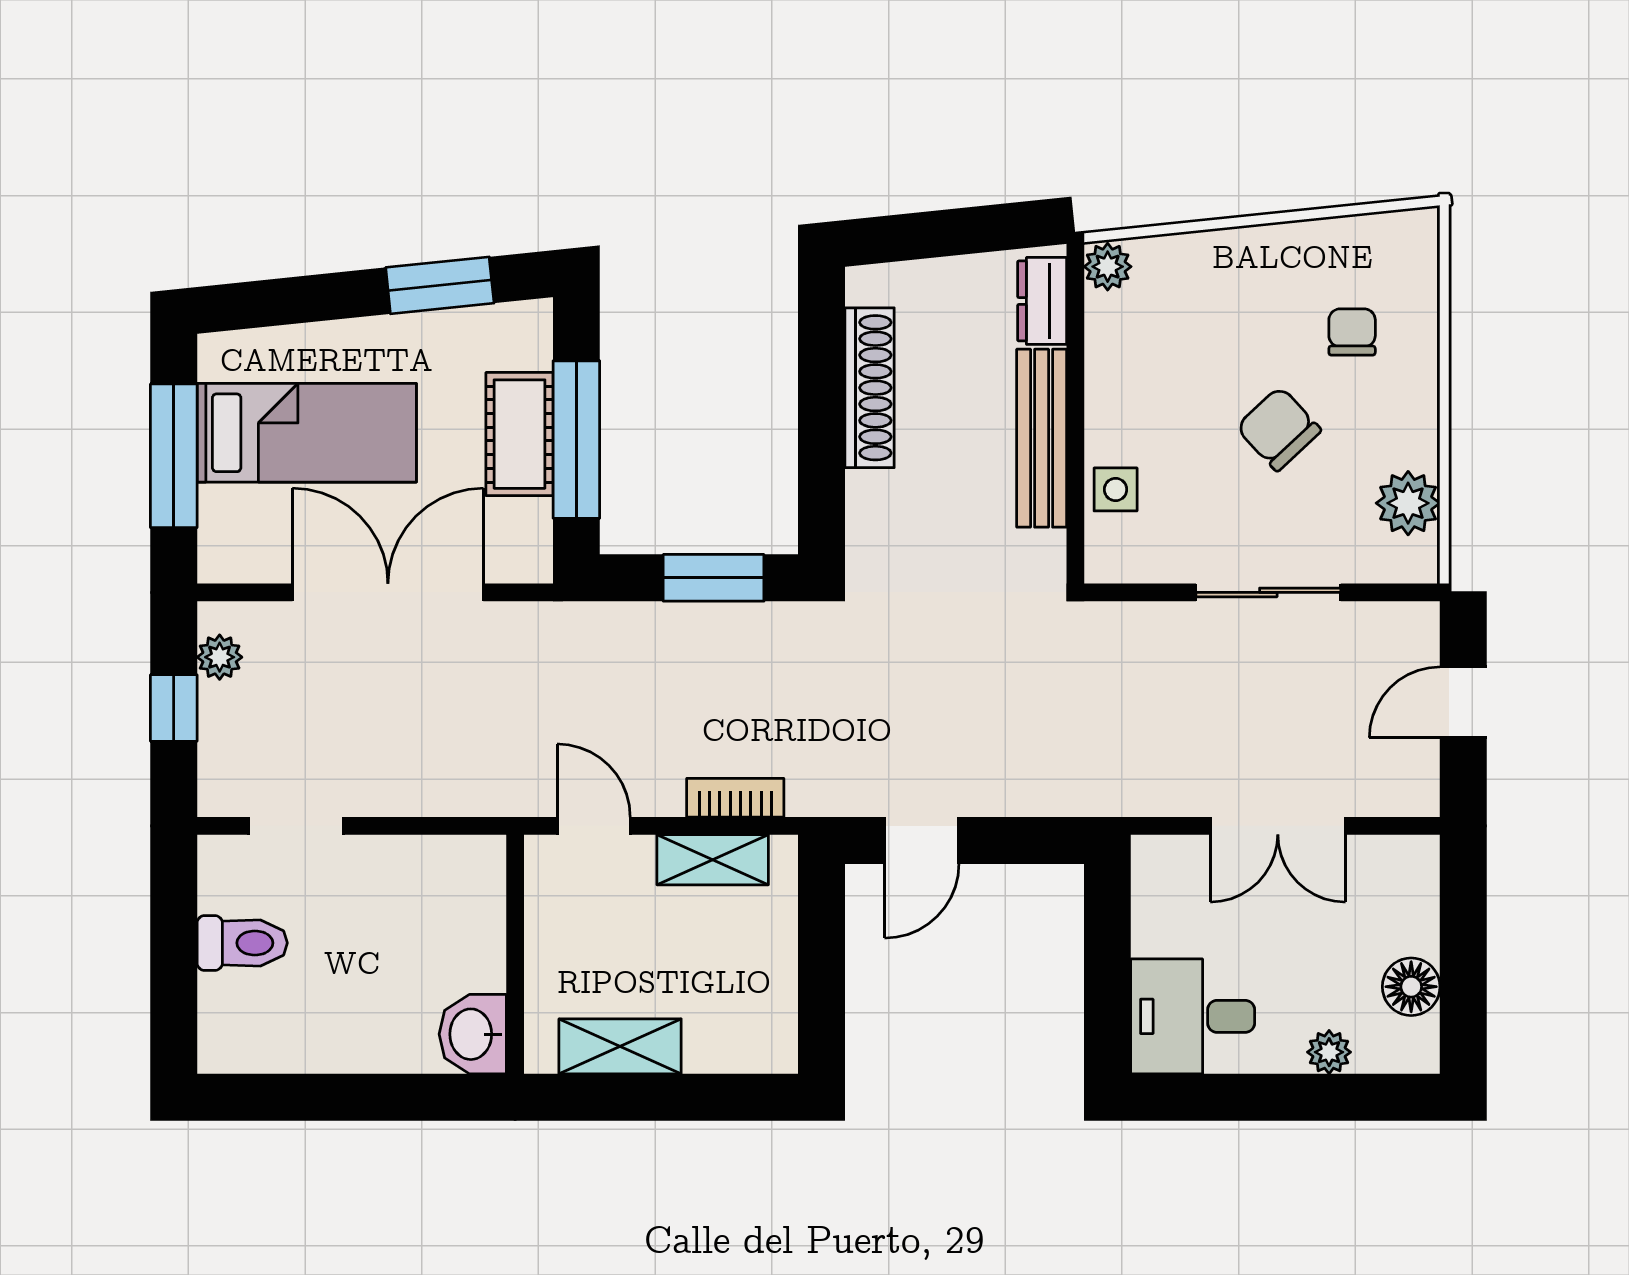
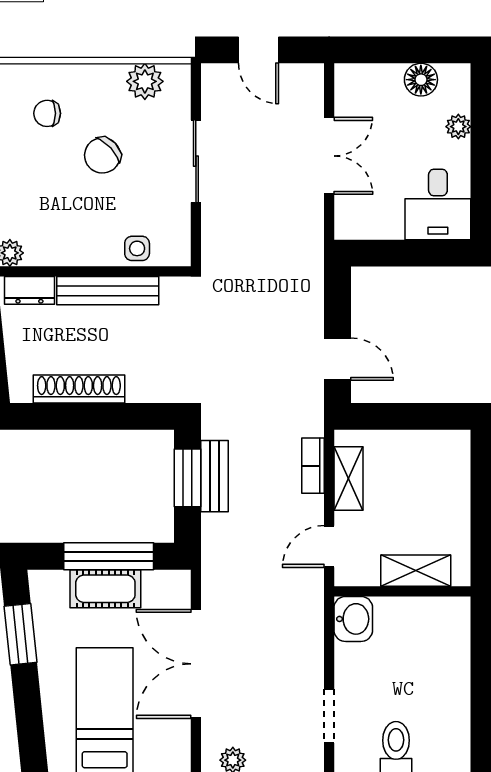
bench: (717, 625) -> (214, 476), added
washbasin: (473, 1034) -> (353, 619), moved, turned -90
shelving: (620, 1046) -> (416, 571), moved, turned 90

